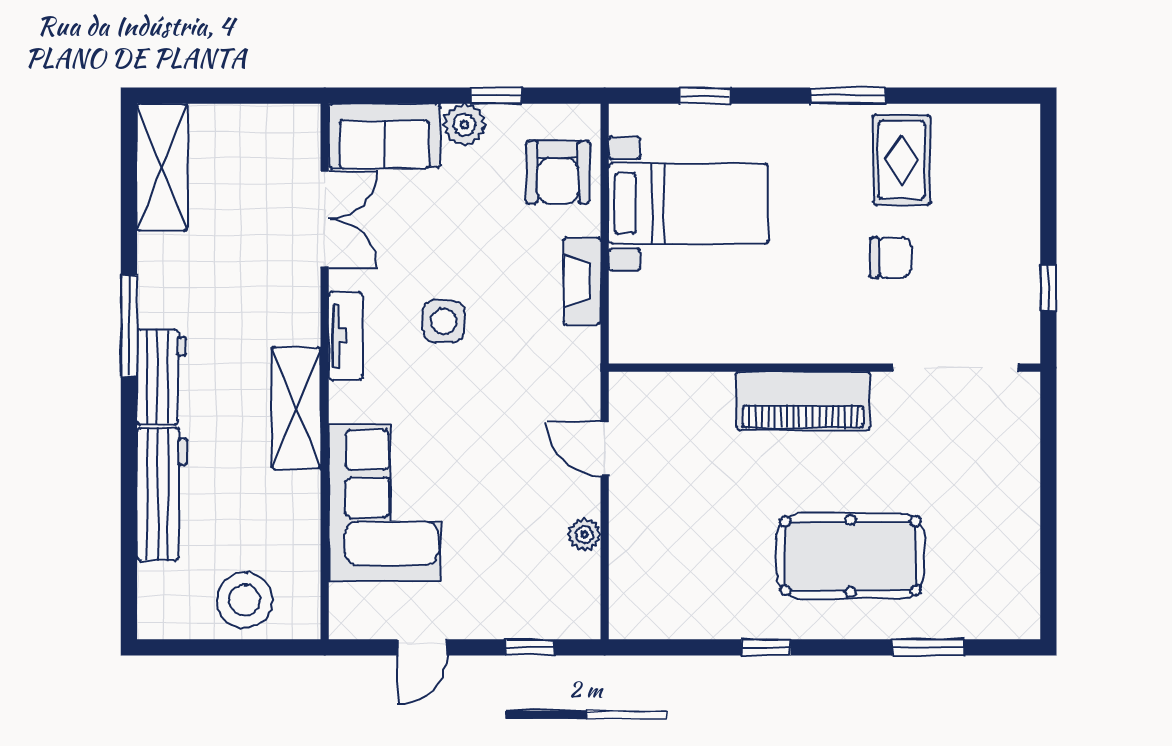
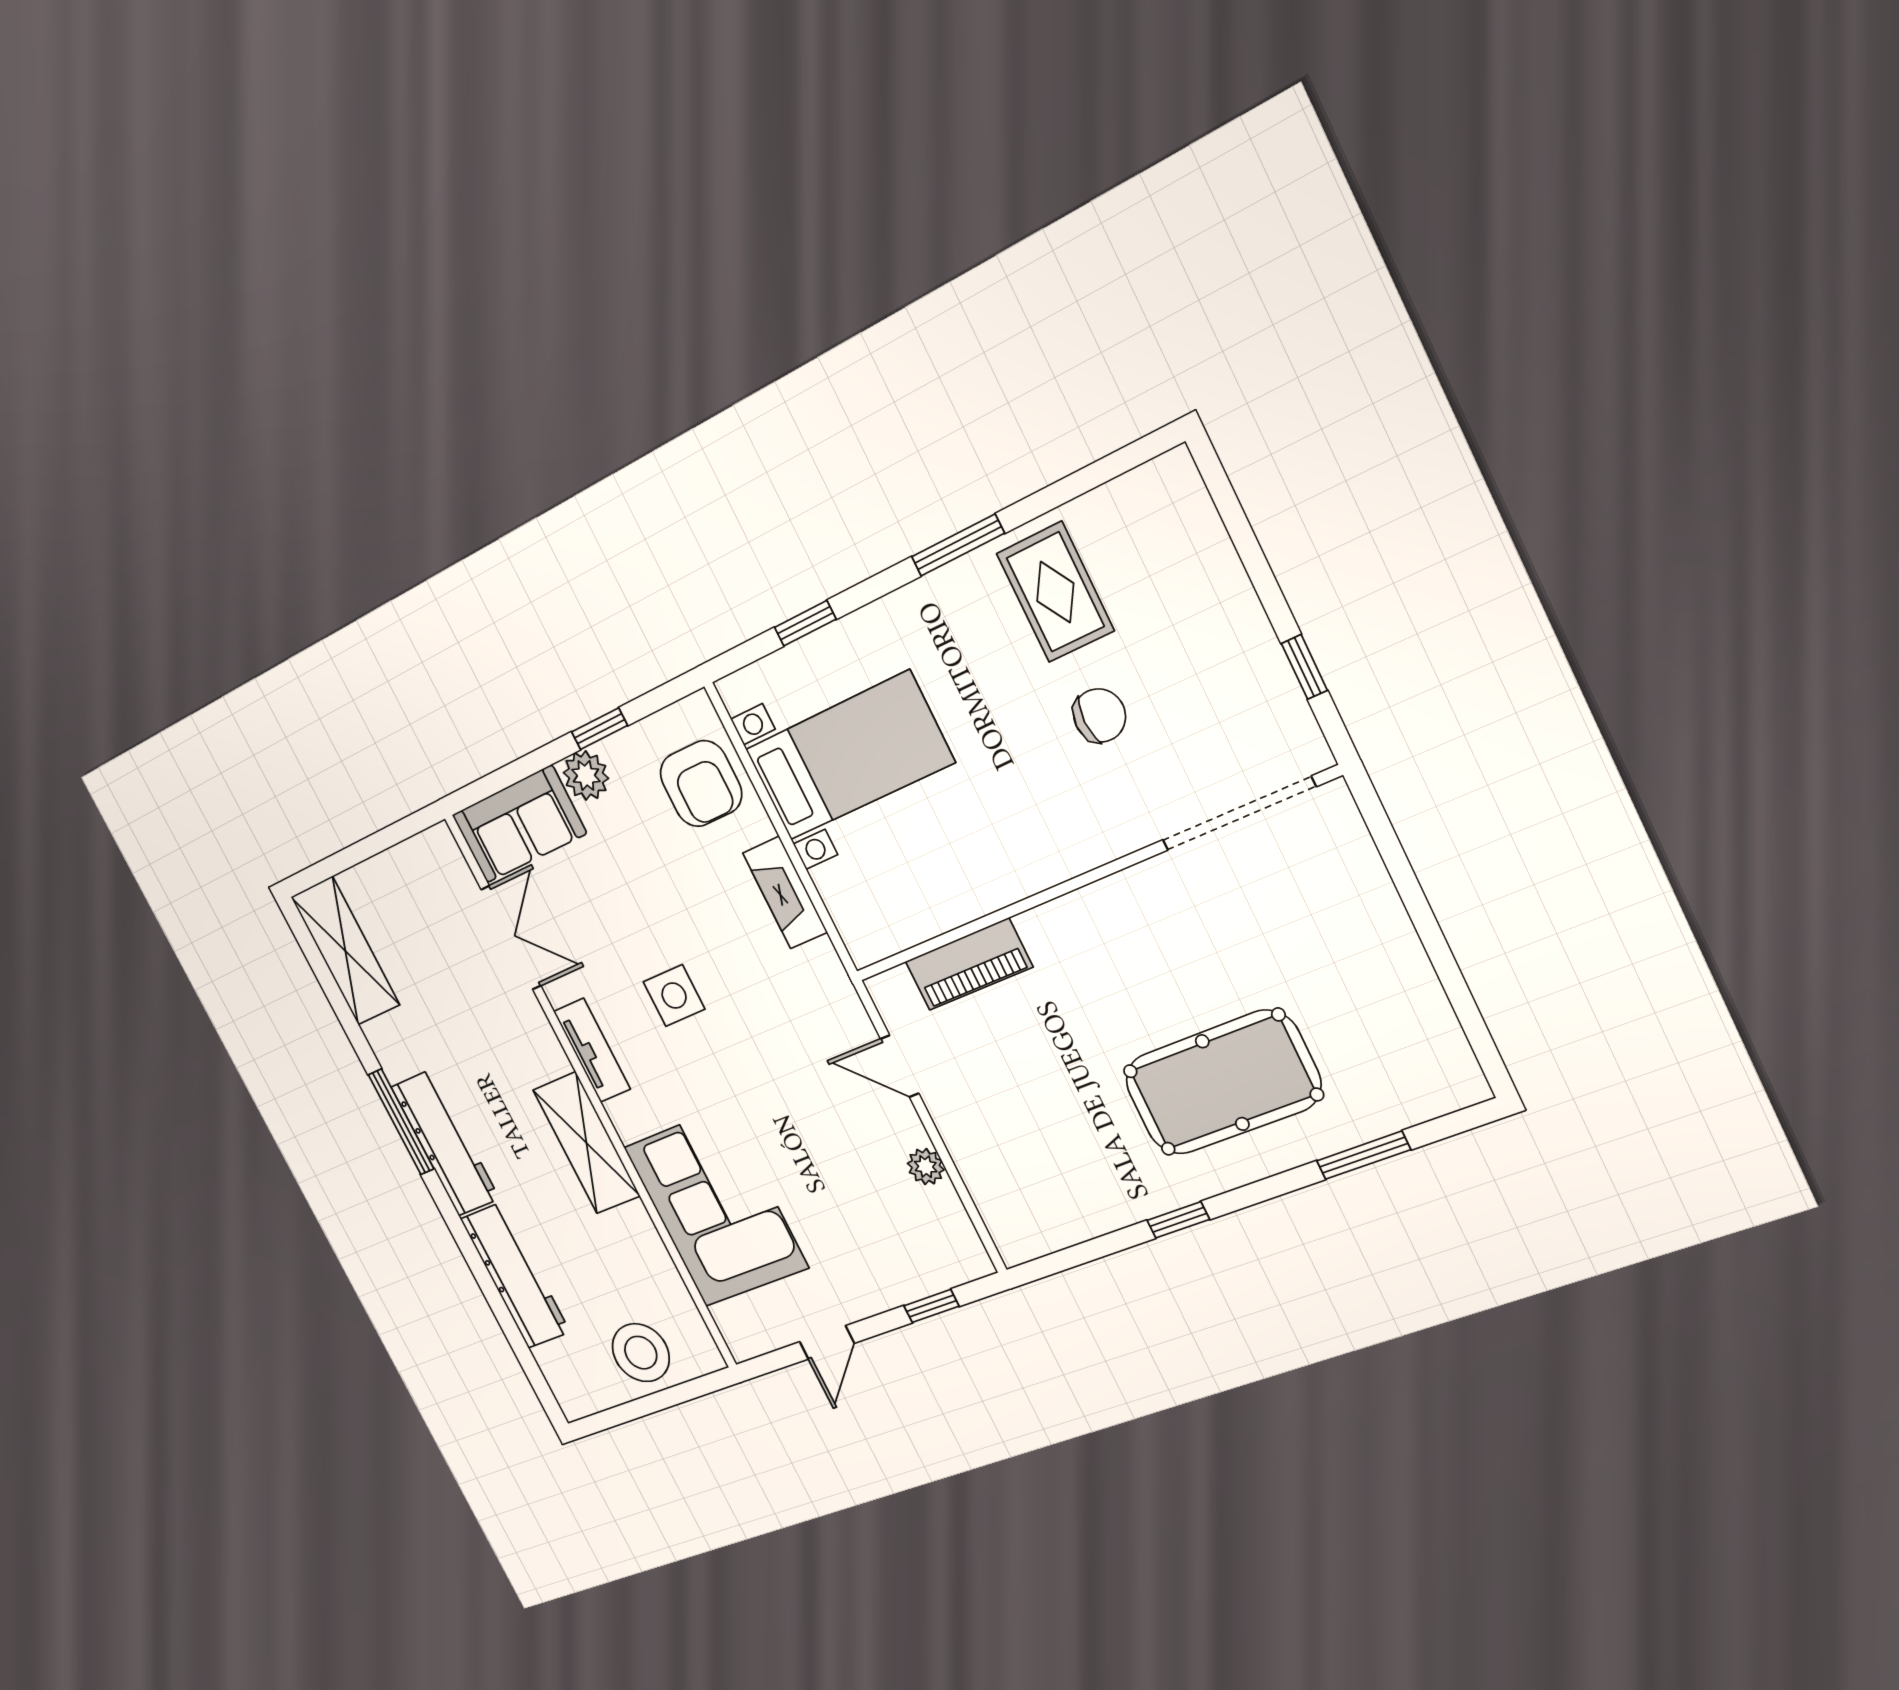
workbench: (161, 377) -> (445, 1143), width x1.38
piano: (803, 401) -> (969, 964), moved, width x0.73, depth x0.75

